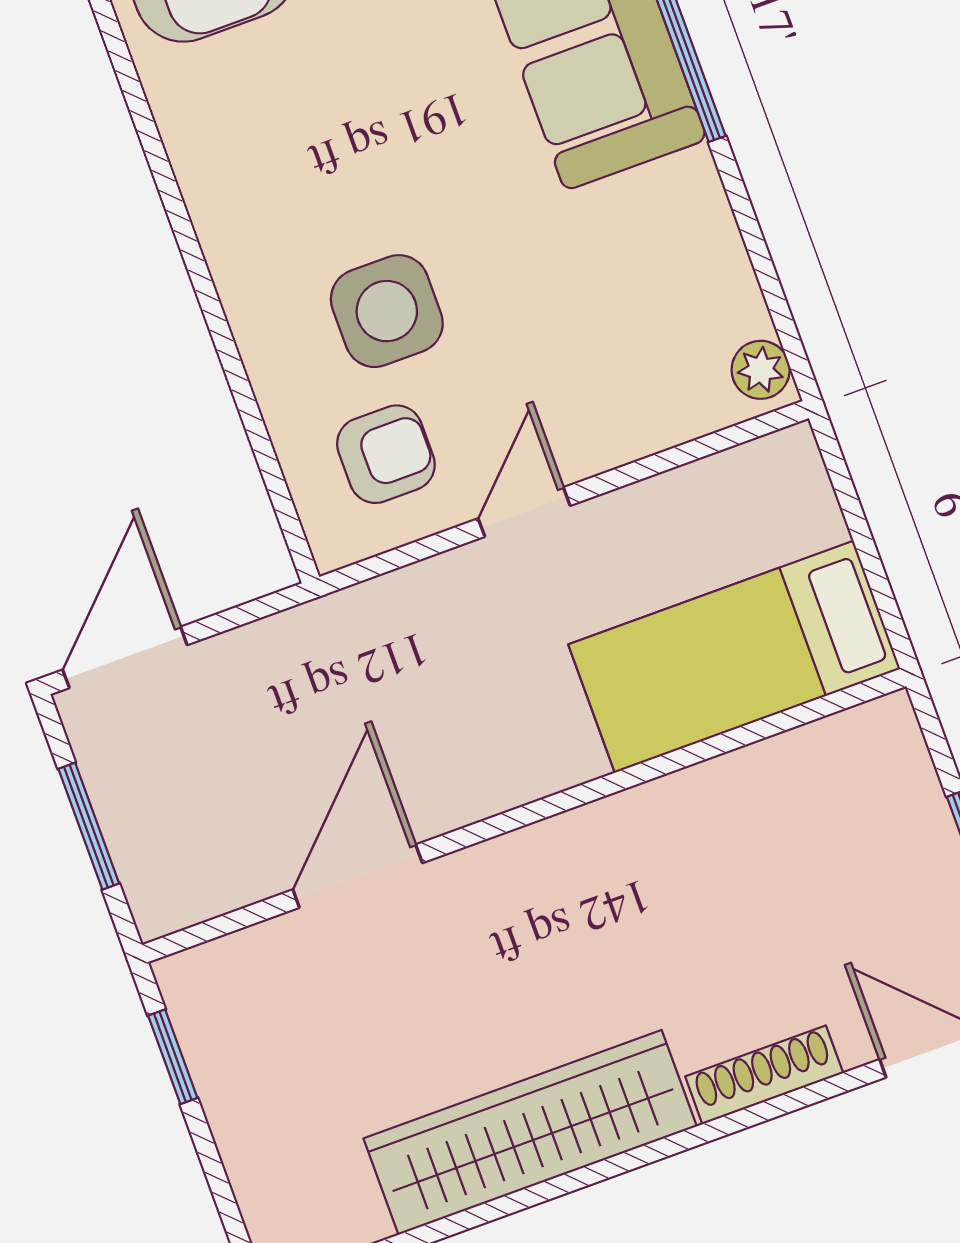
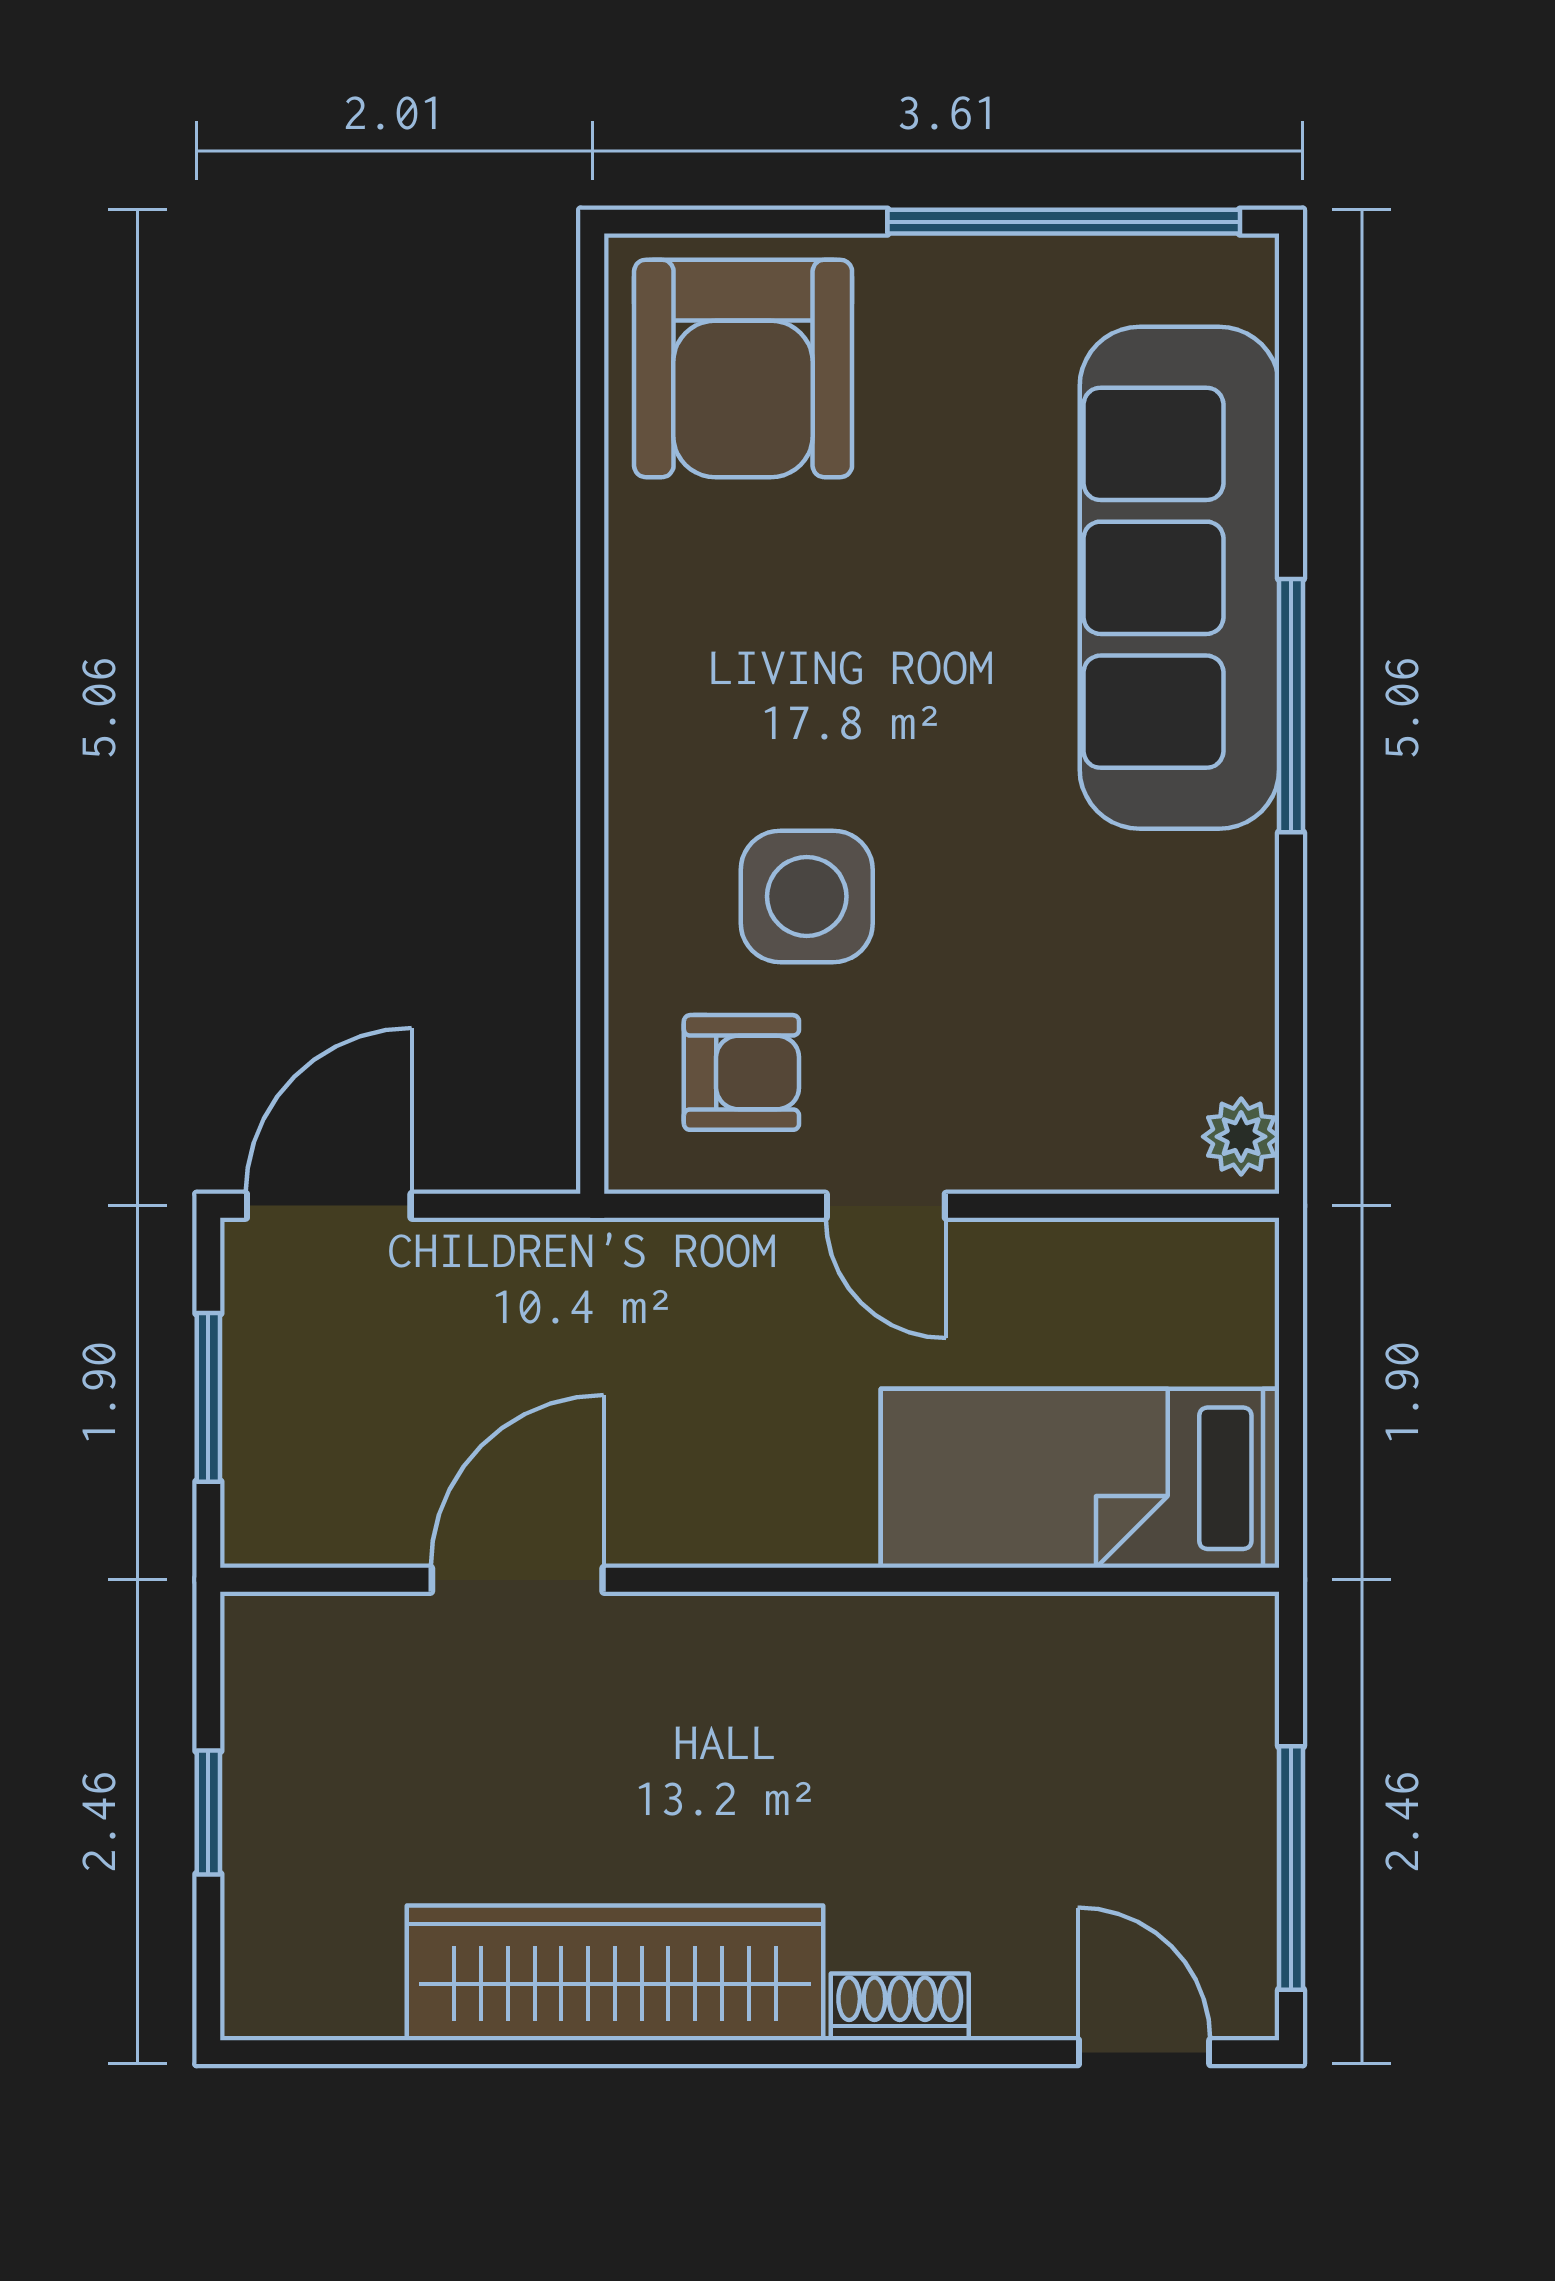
door: (524, 512) -> (886, 1206), swing flipped
window: (173, 1057) -> (208, 1812), moved
shoe rack: (764, 1075) -> (900, 2007), width x0.70

